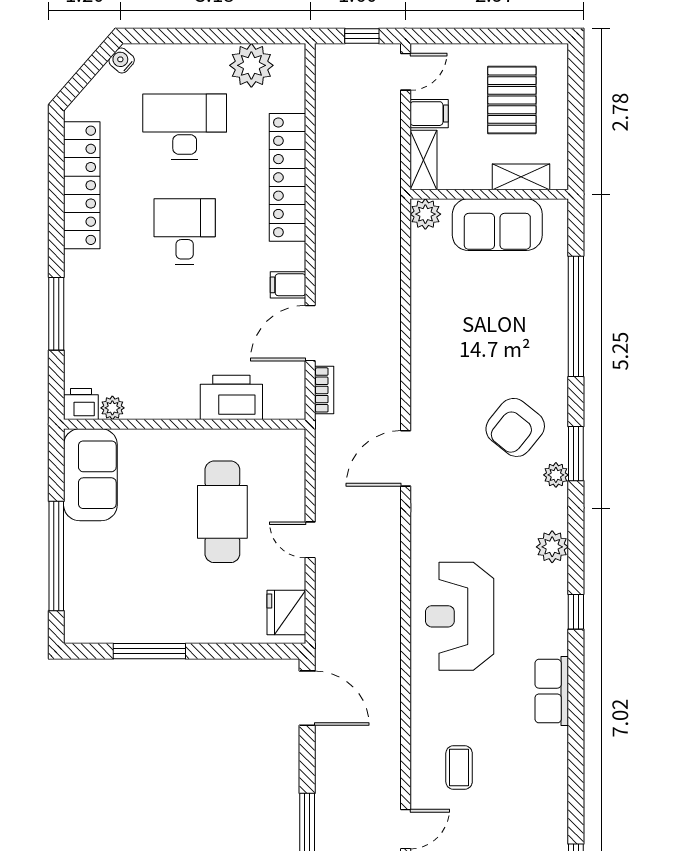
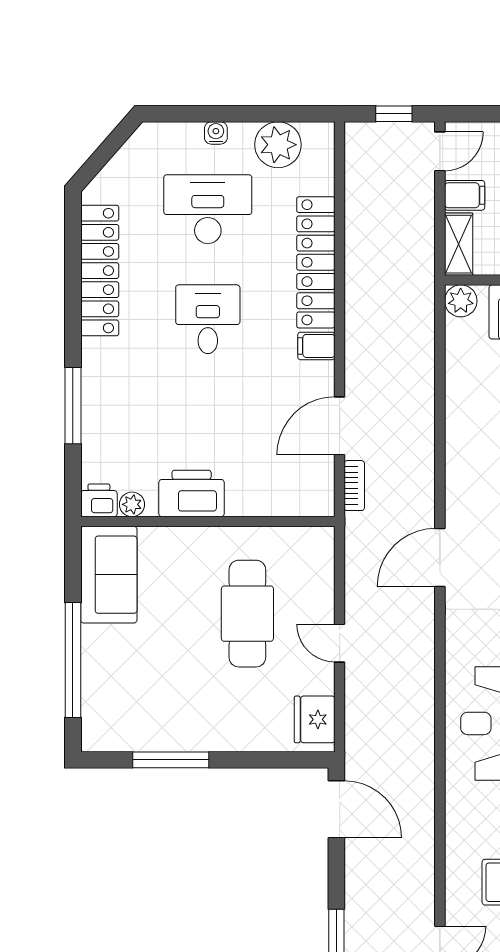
water cooler: (122, 60) -> (216, 133), moved, turned 49
filing cabinet: (288, 285) -> (316, 346), moved
printer: (231, 397) -> (192, 493), moved

